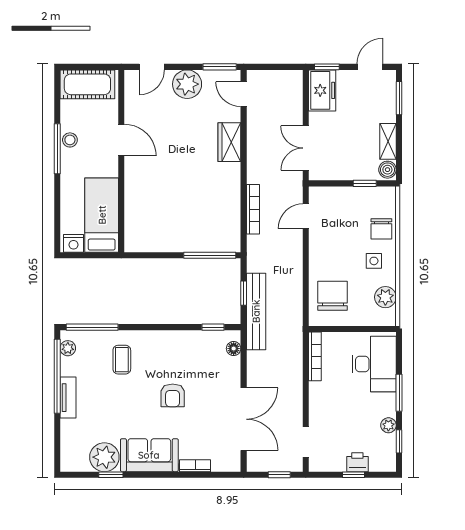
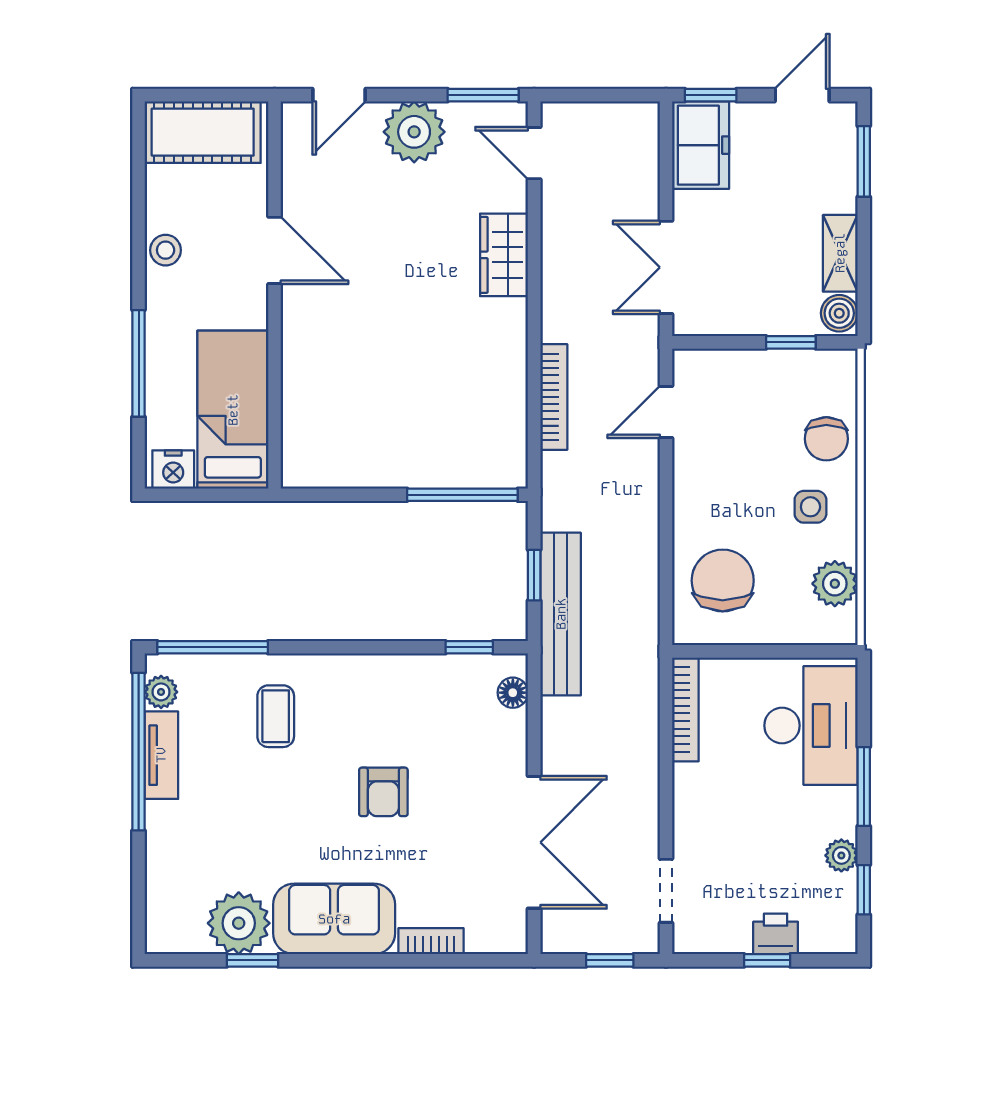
window: (57, 149) -> (139, 363), moved
tv unit: (68, 398) -> (161, 755), moved

